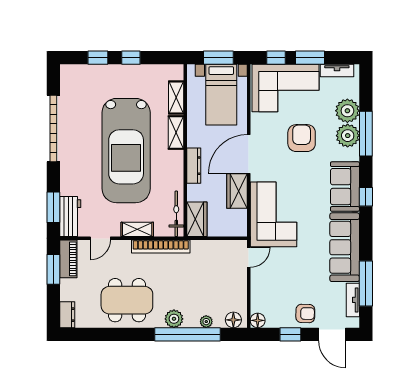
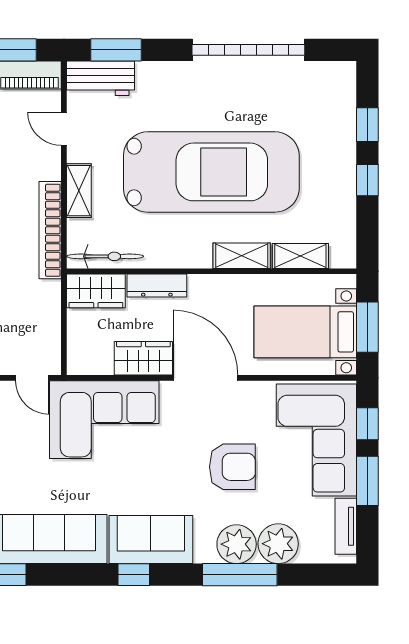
car: (126, 151) -> (211, 172), turned 180
dresser: (194, 166) -> (157, 286), moved

